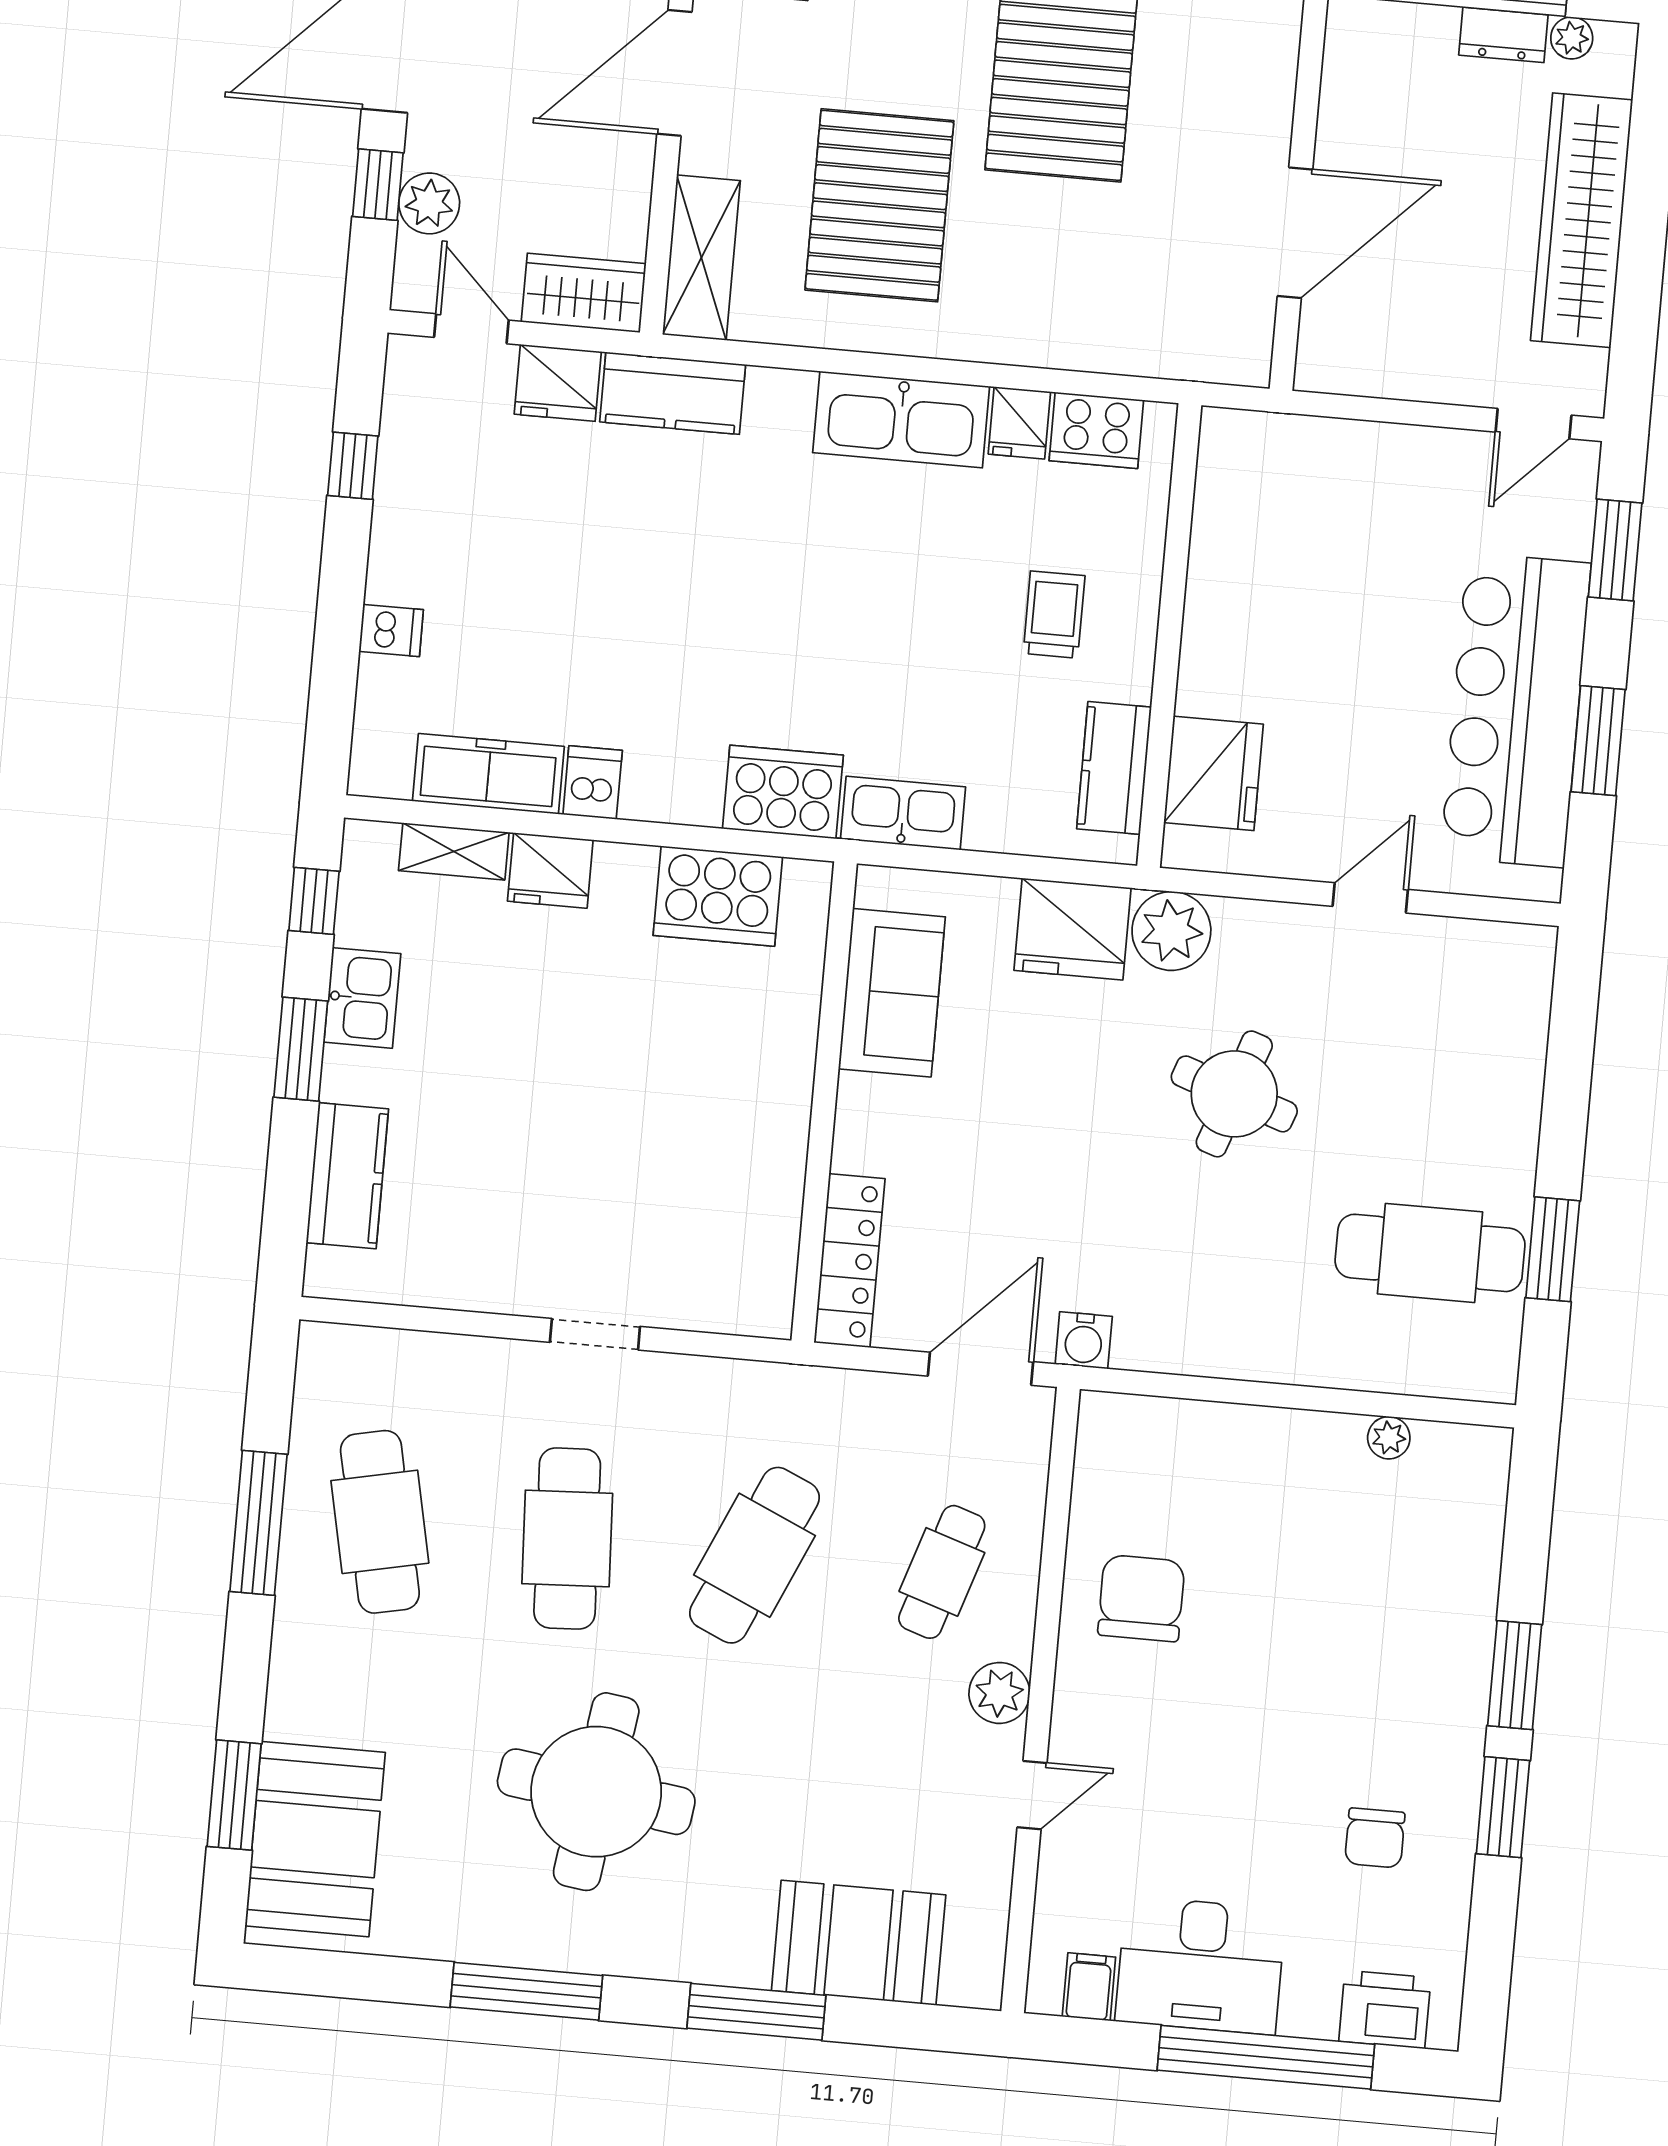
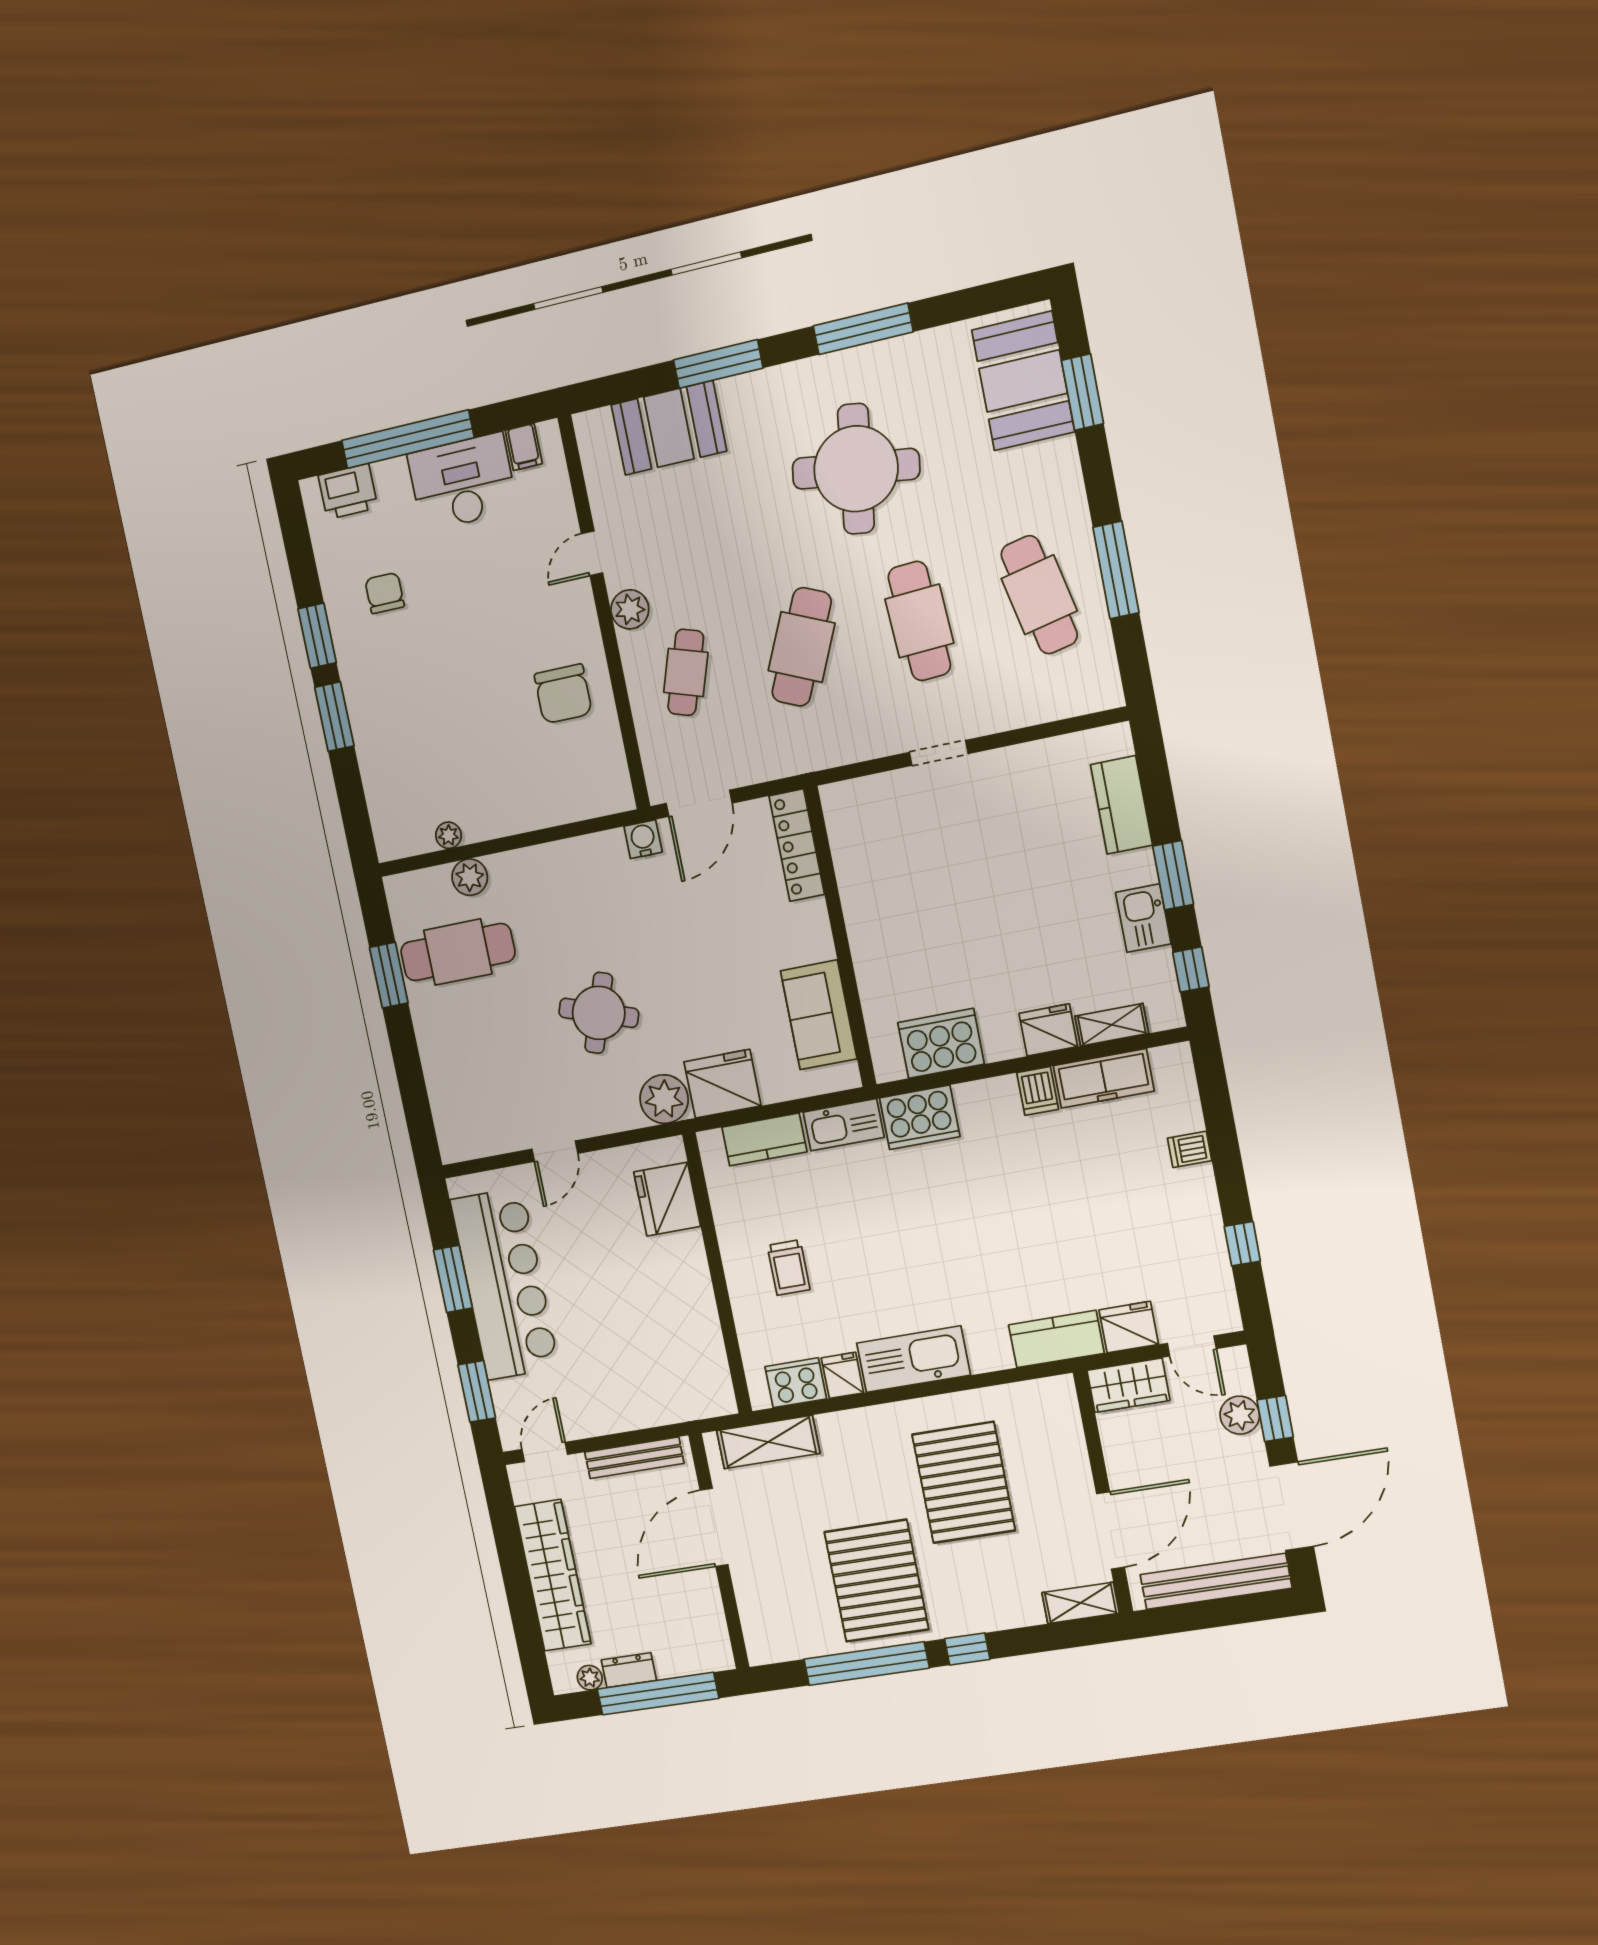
shelving: (701, 258) -> (768, 1442), moved, turned 90
bench: (1390, 377) -> (634, 1458), added
kitchen counter: (1114, 768) -> (764, 1139), moved, turned 90
plant: (1375, 1363) -> (470, 877), added

